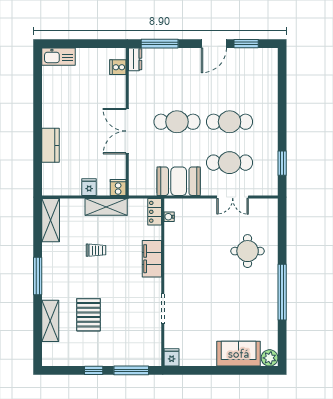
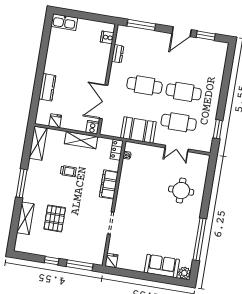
dresser: (135, 59) -> (118, 54), moved
double door: (127, 131) -> (104, 102), moved
fridge: (89, 187) -> (55, 121), moved
window: (282, 292) -> (200, 239), moved

